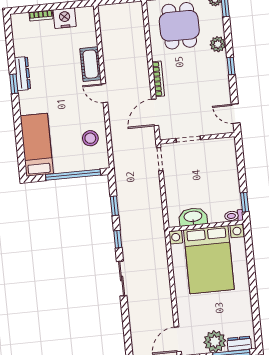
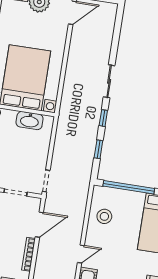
door: (104, 93) -> (81, 254), hinge flipped

